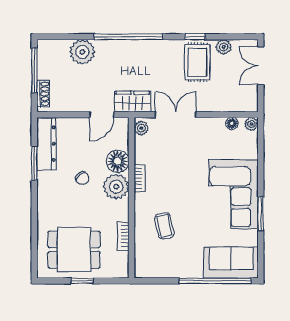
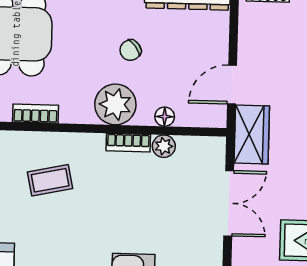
door: (102, 115) -> (232, 85), hinge flipped
plant: (141, 128) -> (164, 146), moved
floor lamp: (118, 161) -> (165, 117), width x0.53, depth x0.53

